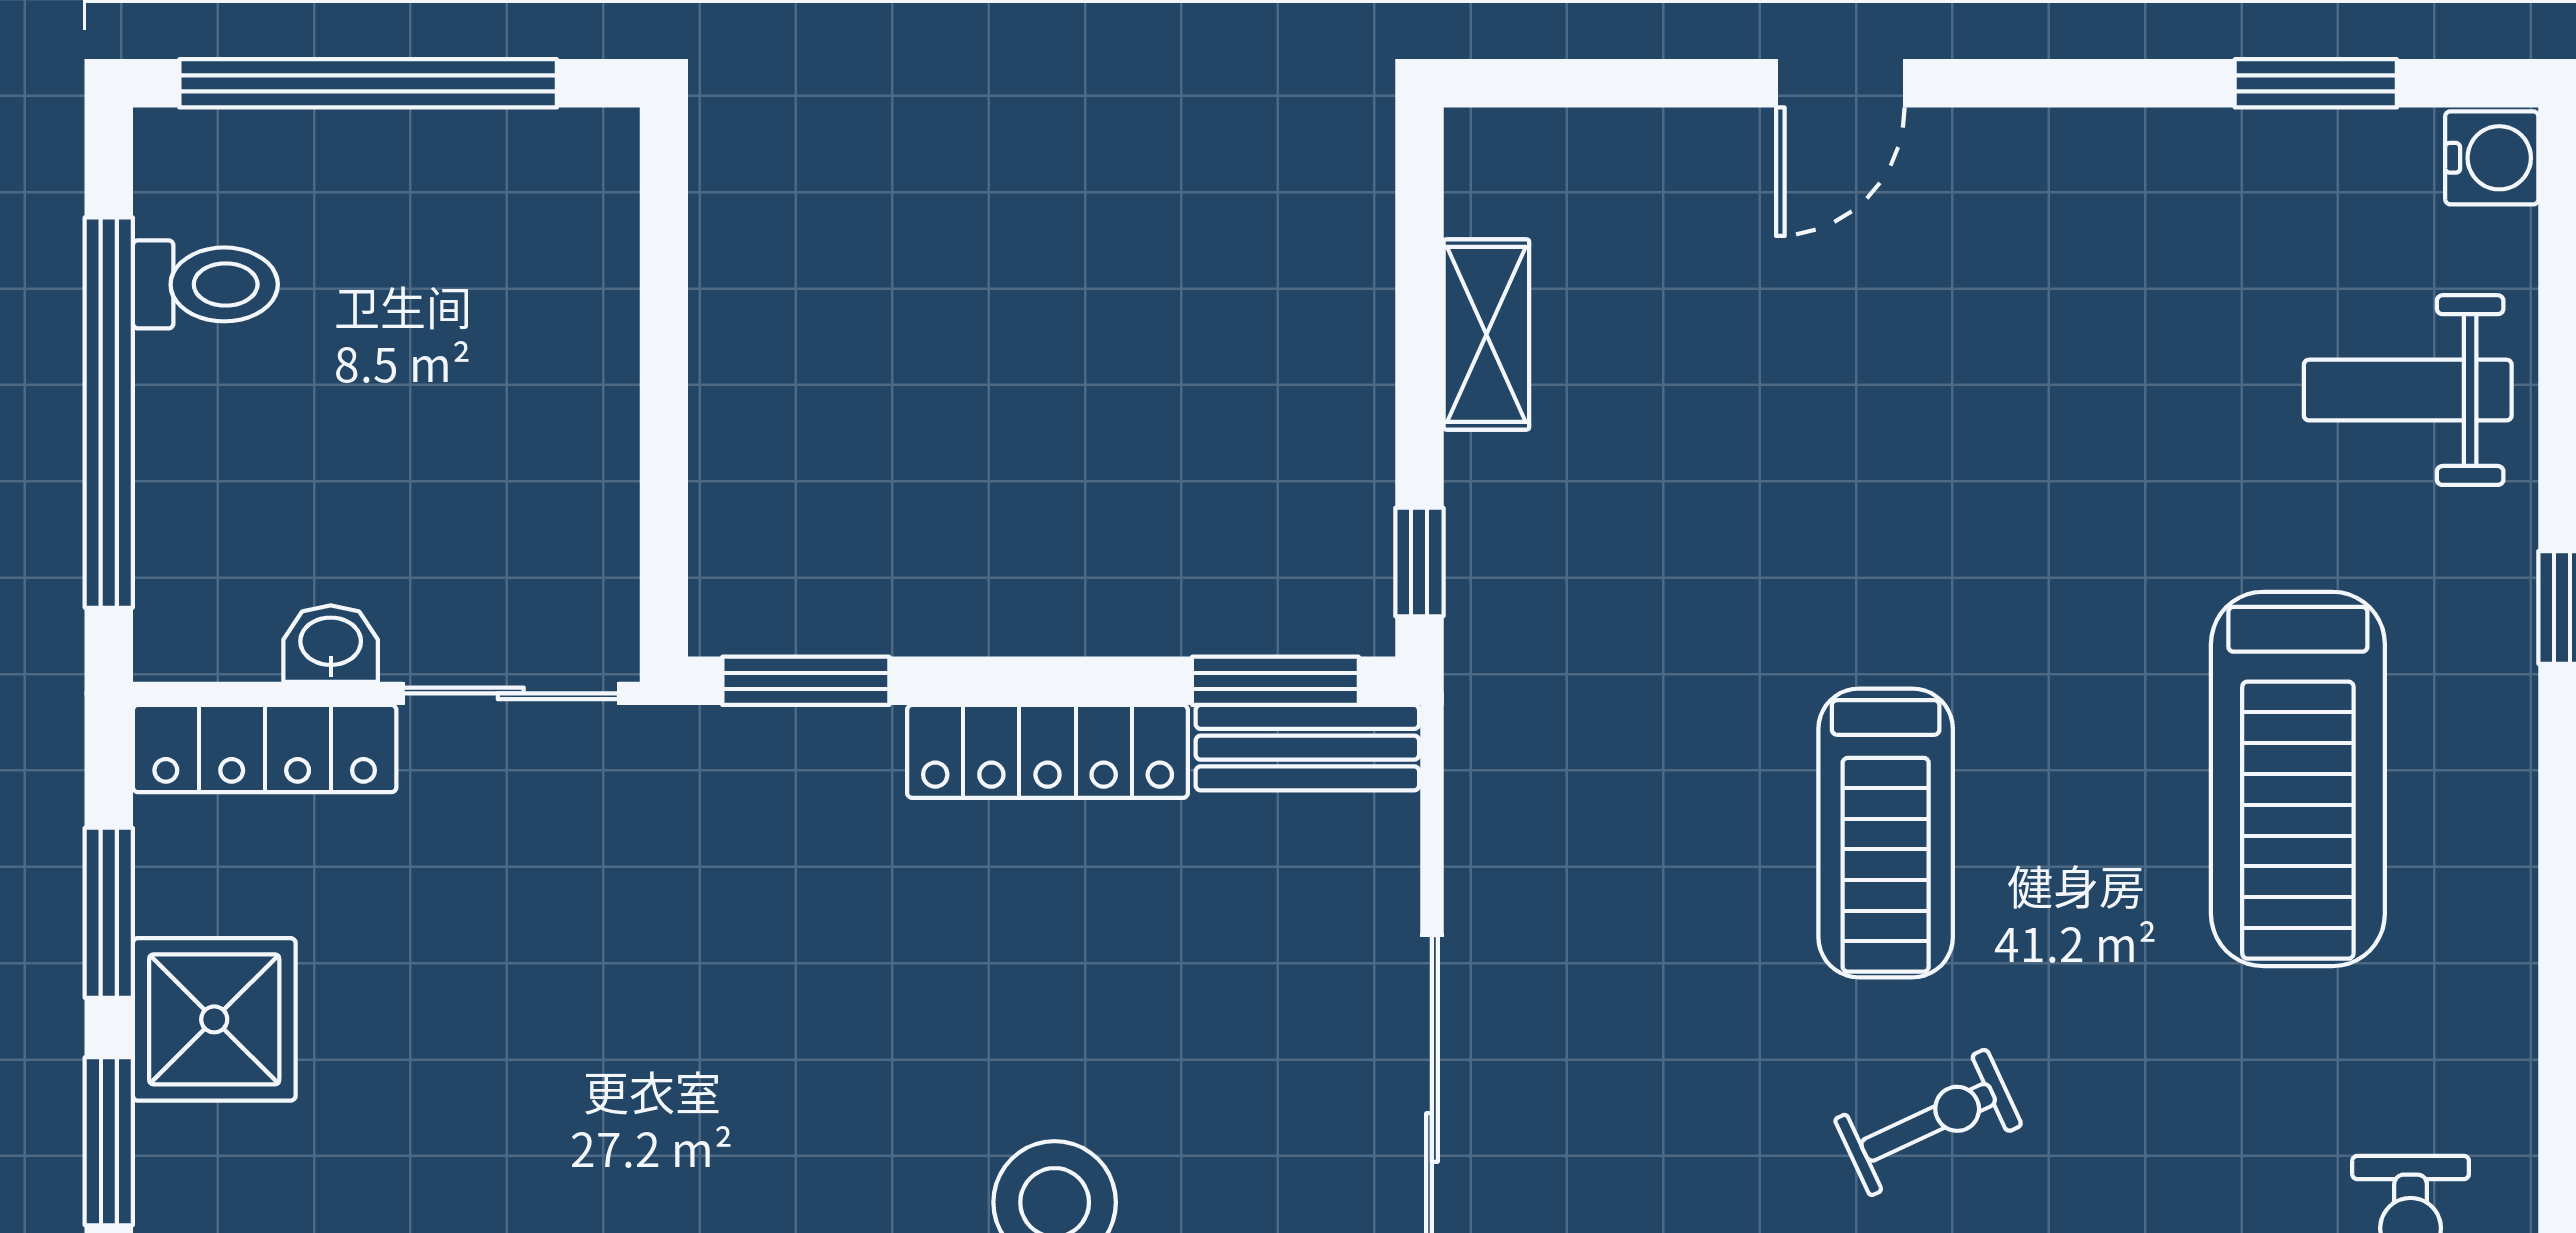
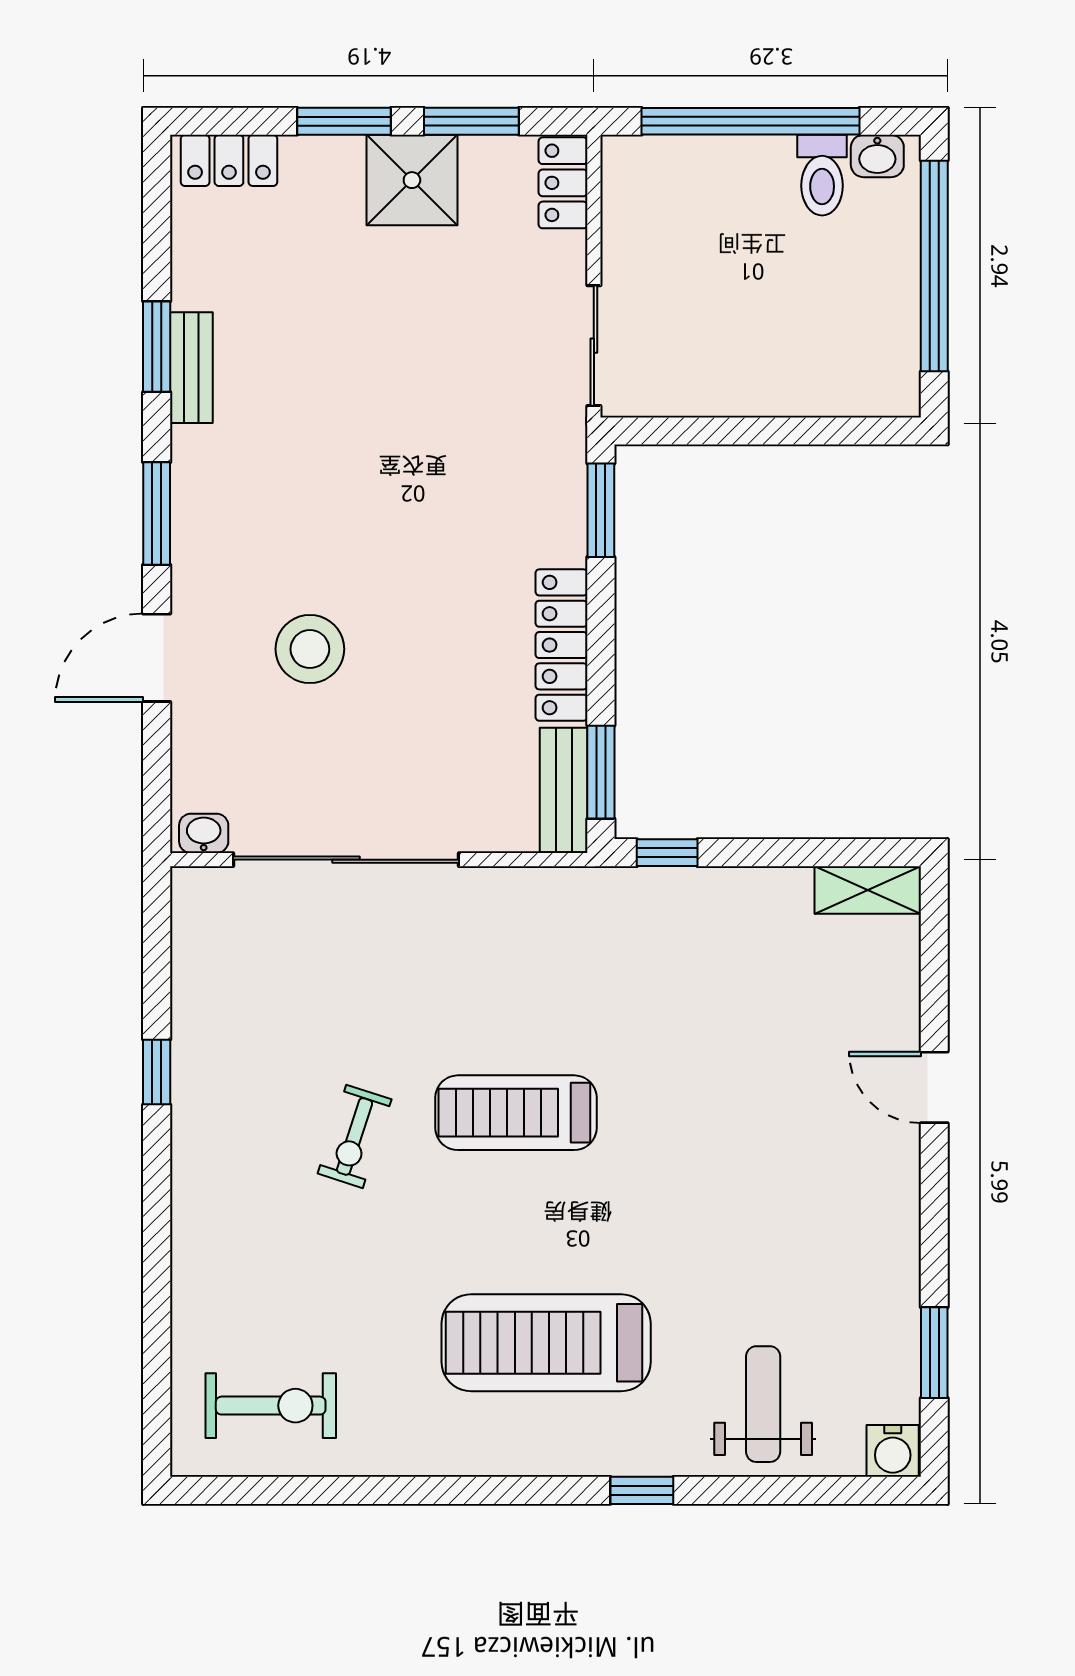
shelving: (1486, 334) -> (868, 890), moved
washbasin: (331, 644) -> (877, 156), moved, turned 90
locker: (265, 749) -> (563, 183), width x0.66
exercise bike: (1928, 1122) -> (355, 1136), turned 43

